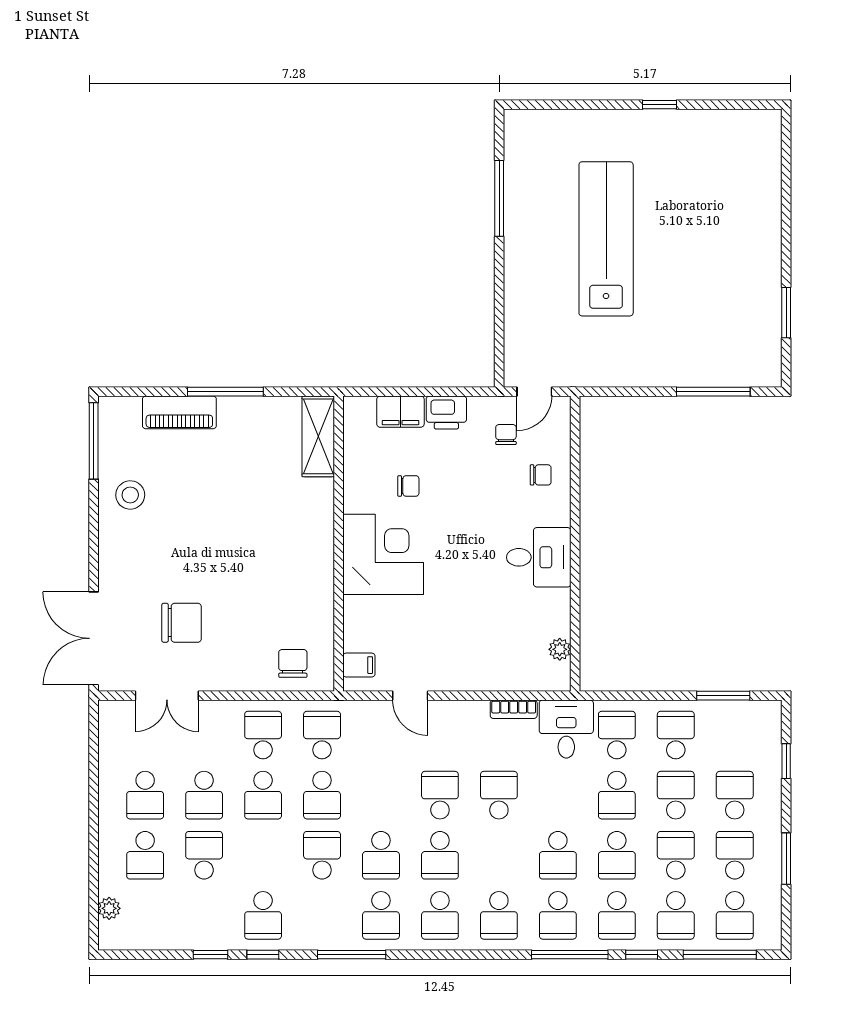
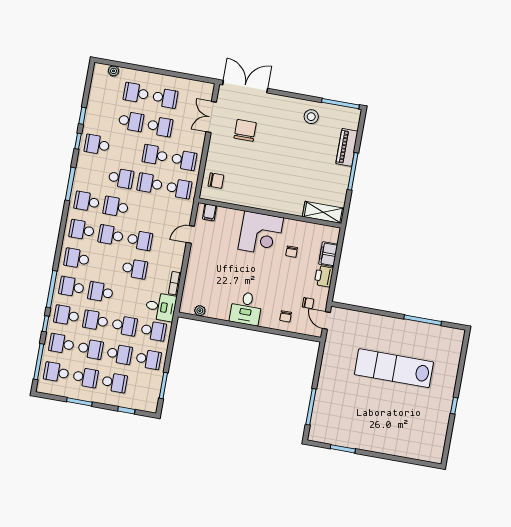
lab bench: (606, 239) -> (394, 368), turned 180
chair: (182, 623) -> (245, 130), turned 180
school desk: (145, 795) -> (165, 98), turned 180
school desk: (204, 795) -> (160, 126), turned 180
school desk: (617, 795) -> (125, 326), turned 180

